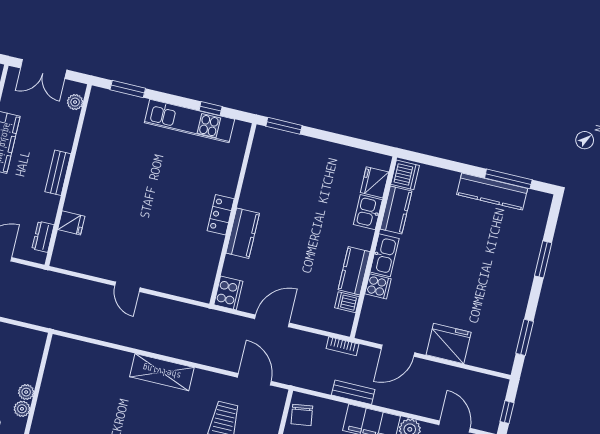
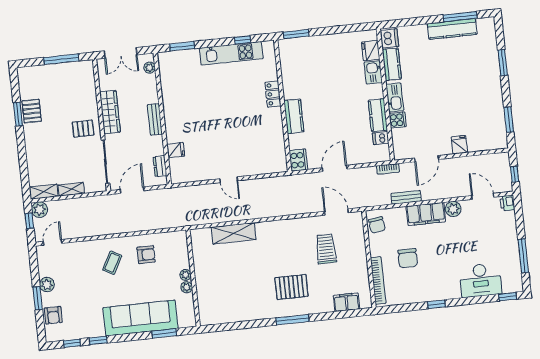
locker: (221, 215) -> (273, 94), moved
fridge: (449, 344) -> (459, 145), width x0.53, depth x0.75
shelving: (162, 372) -> (234, 233), moved

